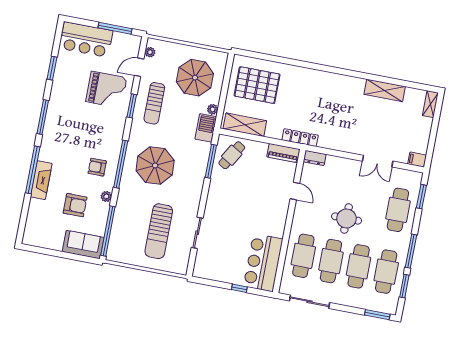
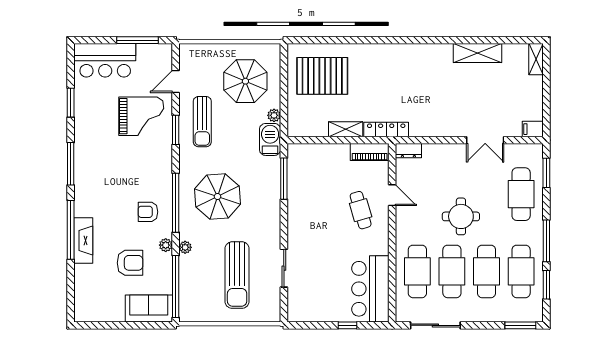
plant: (150, 52) -> (185, 247), moved
shelving: (245, 125) -> (346, 129), moved, width x0.67, depth x0.75
cafe table: (232, 155) -> (361, 210), moved, turned -47

